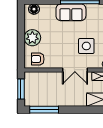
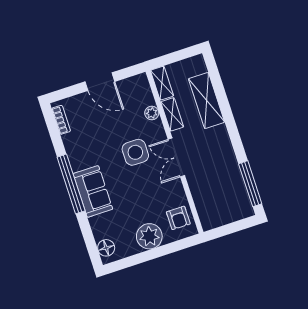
double door: (75, 70) -> (176, 157), swing flipped
window: (21, 89) -> (231, 228), removed

